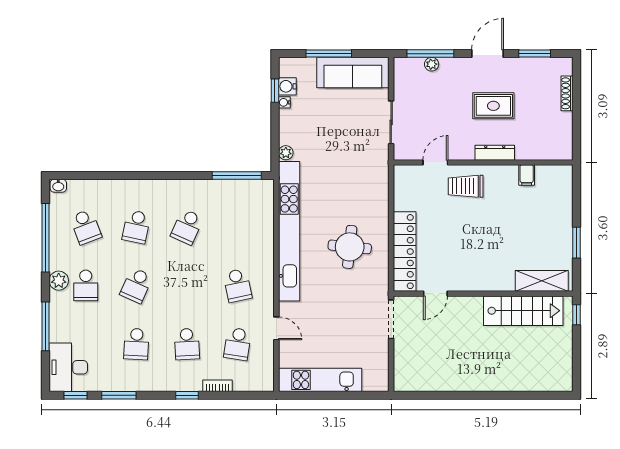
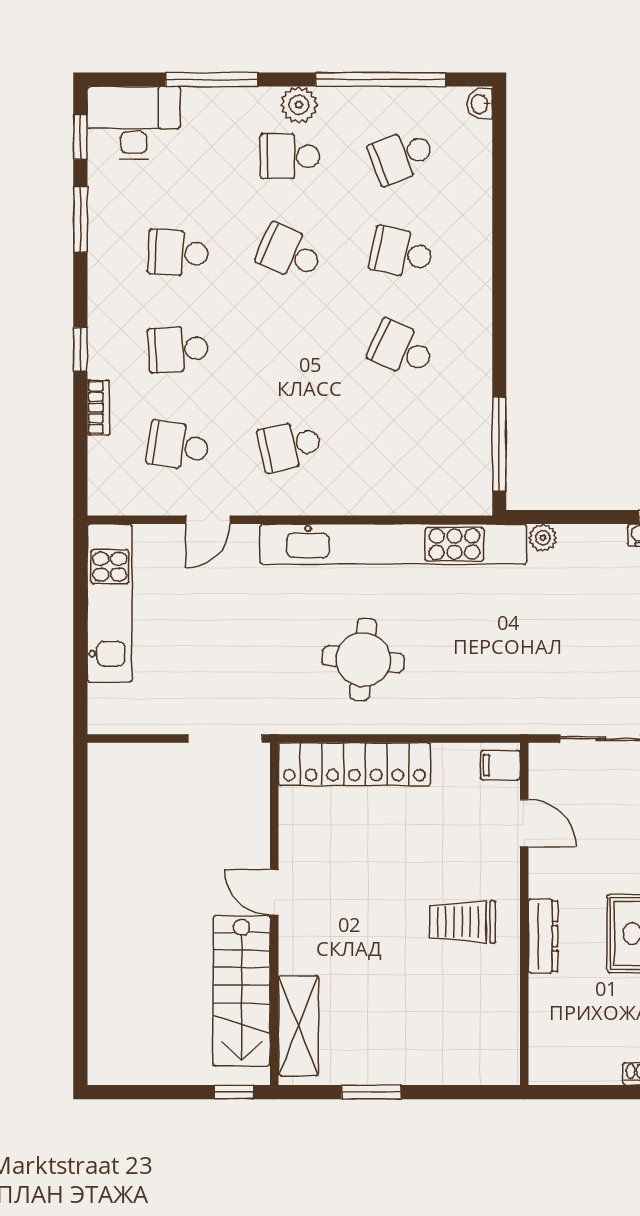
filing cabinet: (527, 175) -> (500, 765), moved
trolley: (466, 186) -> (462, 922), moved, turned -90
door: (435, 294) -> (274, 892), moved

